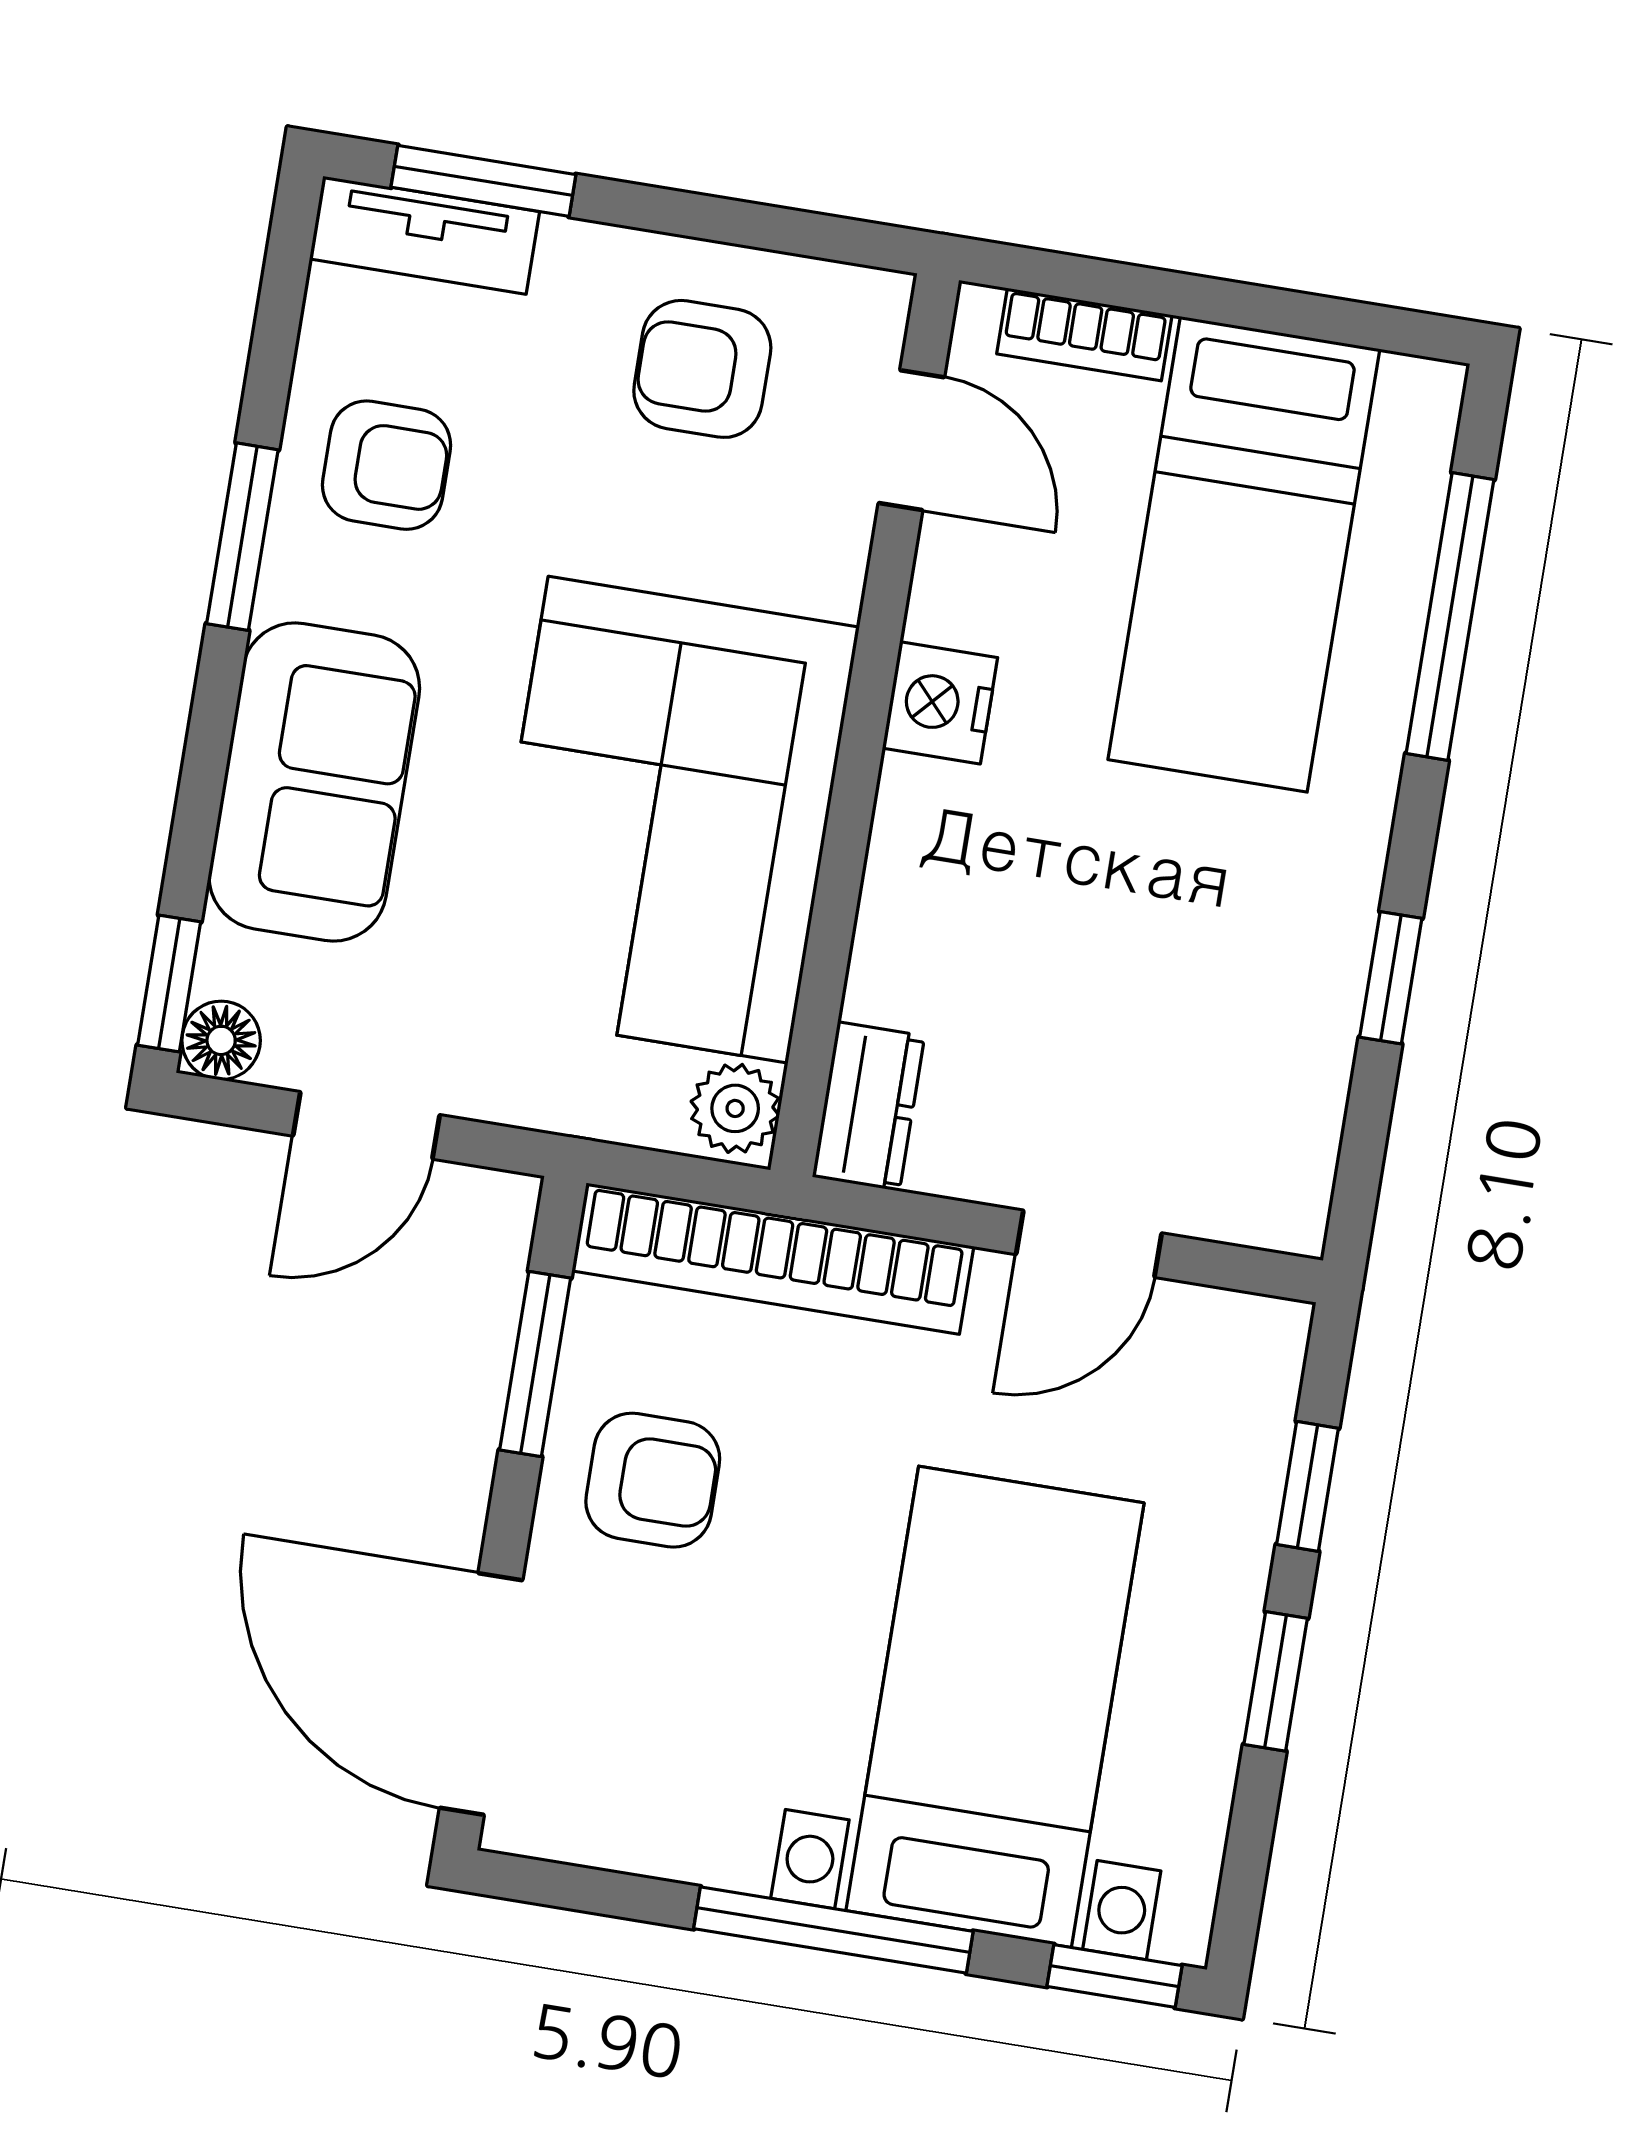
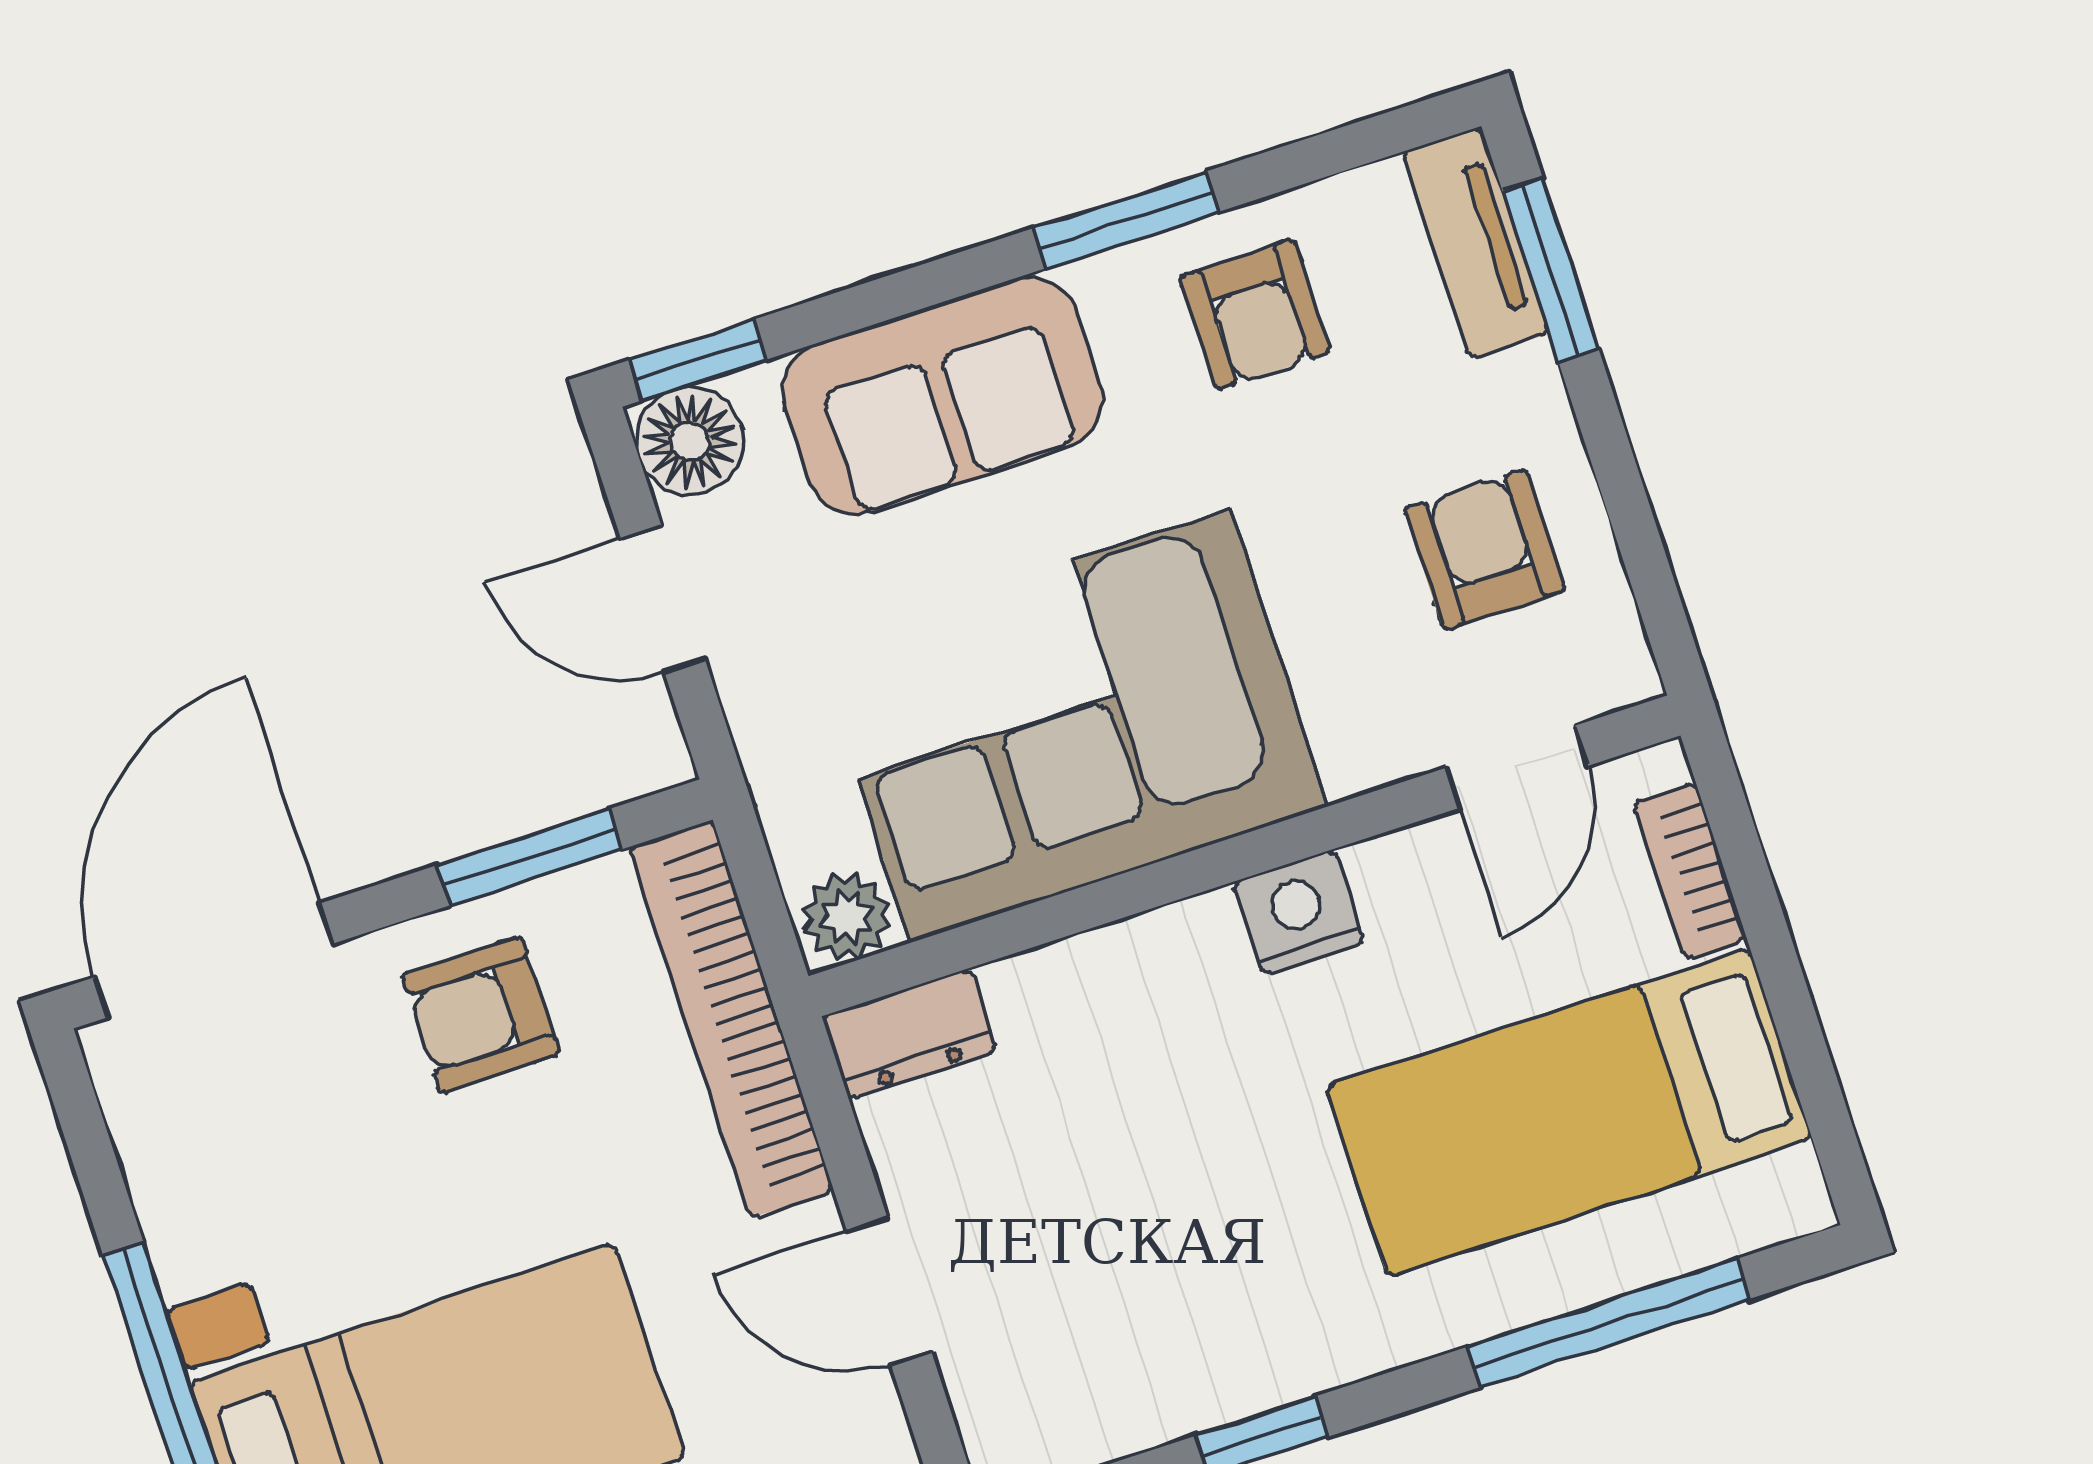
floor lamp: (221, 1040) -> (690, 441), width x1.37, depth x1.37
armchair: (653, 1480) -> (481, 1014), turned 90

